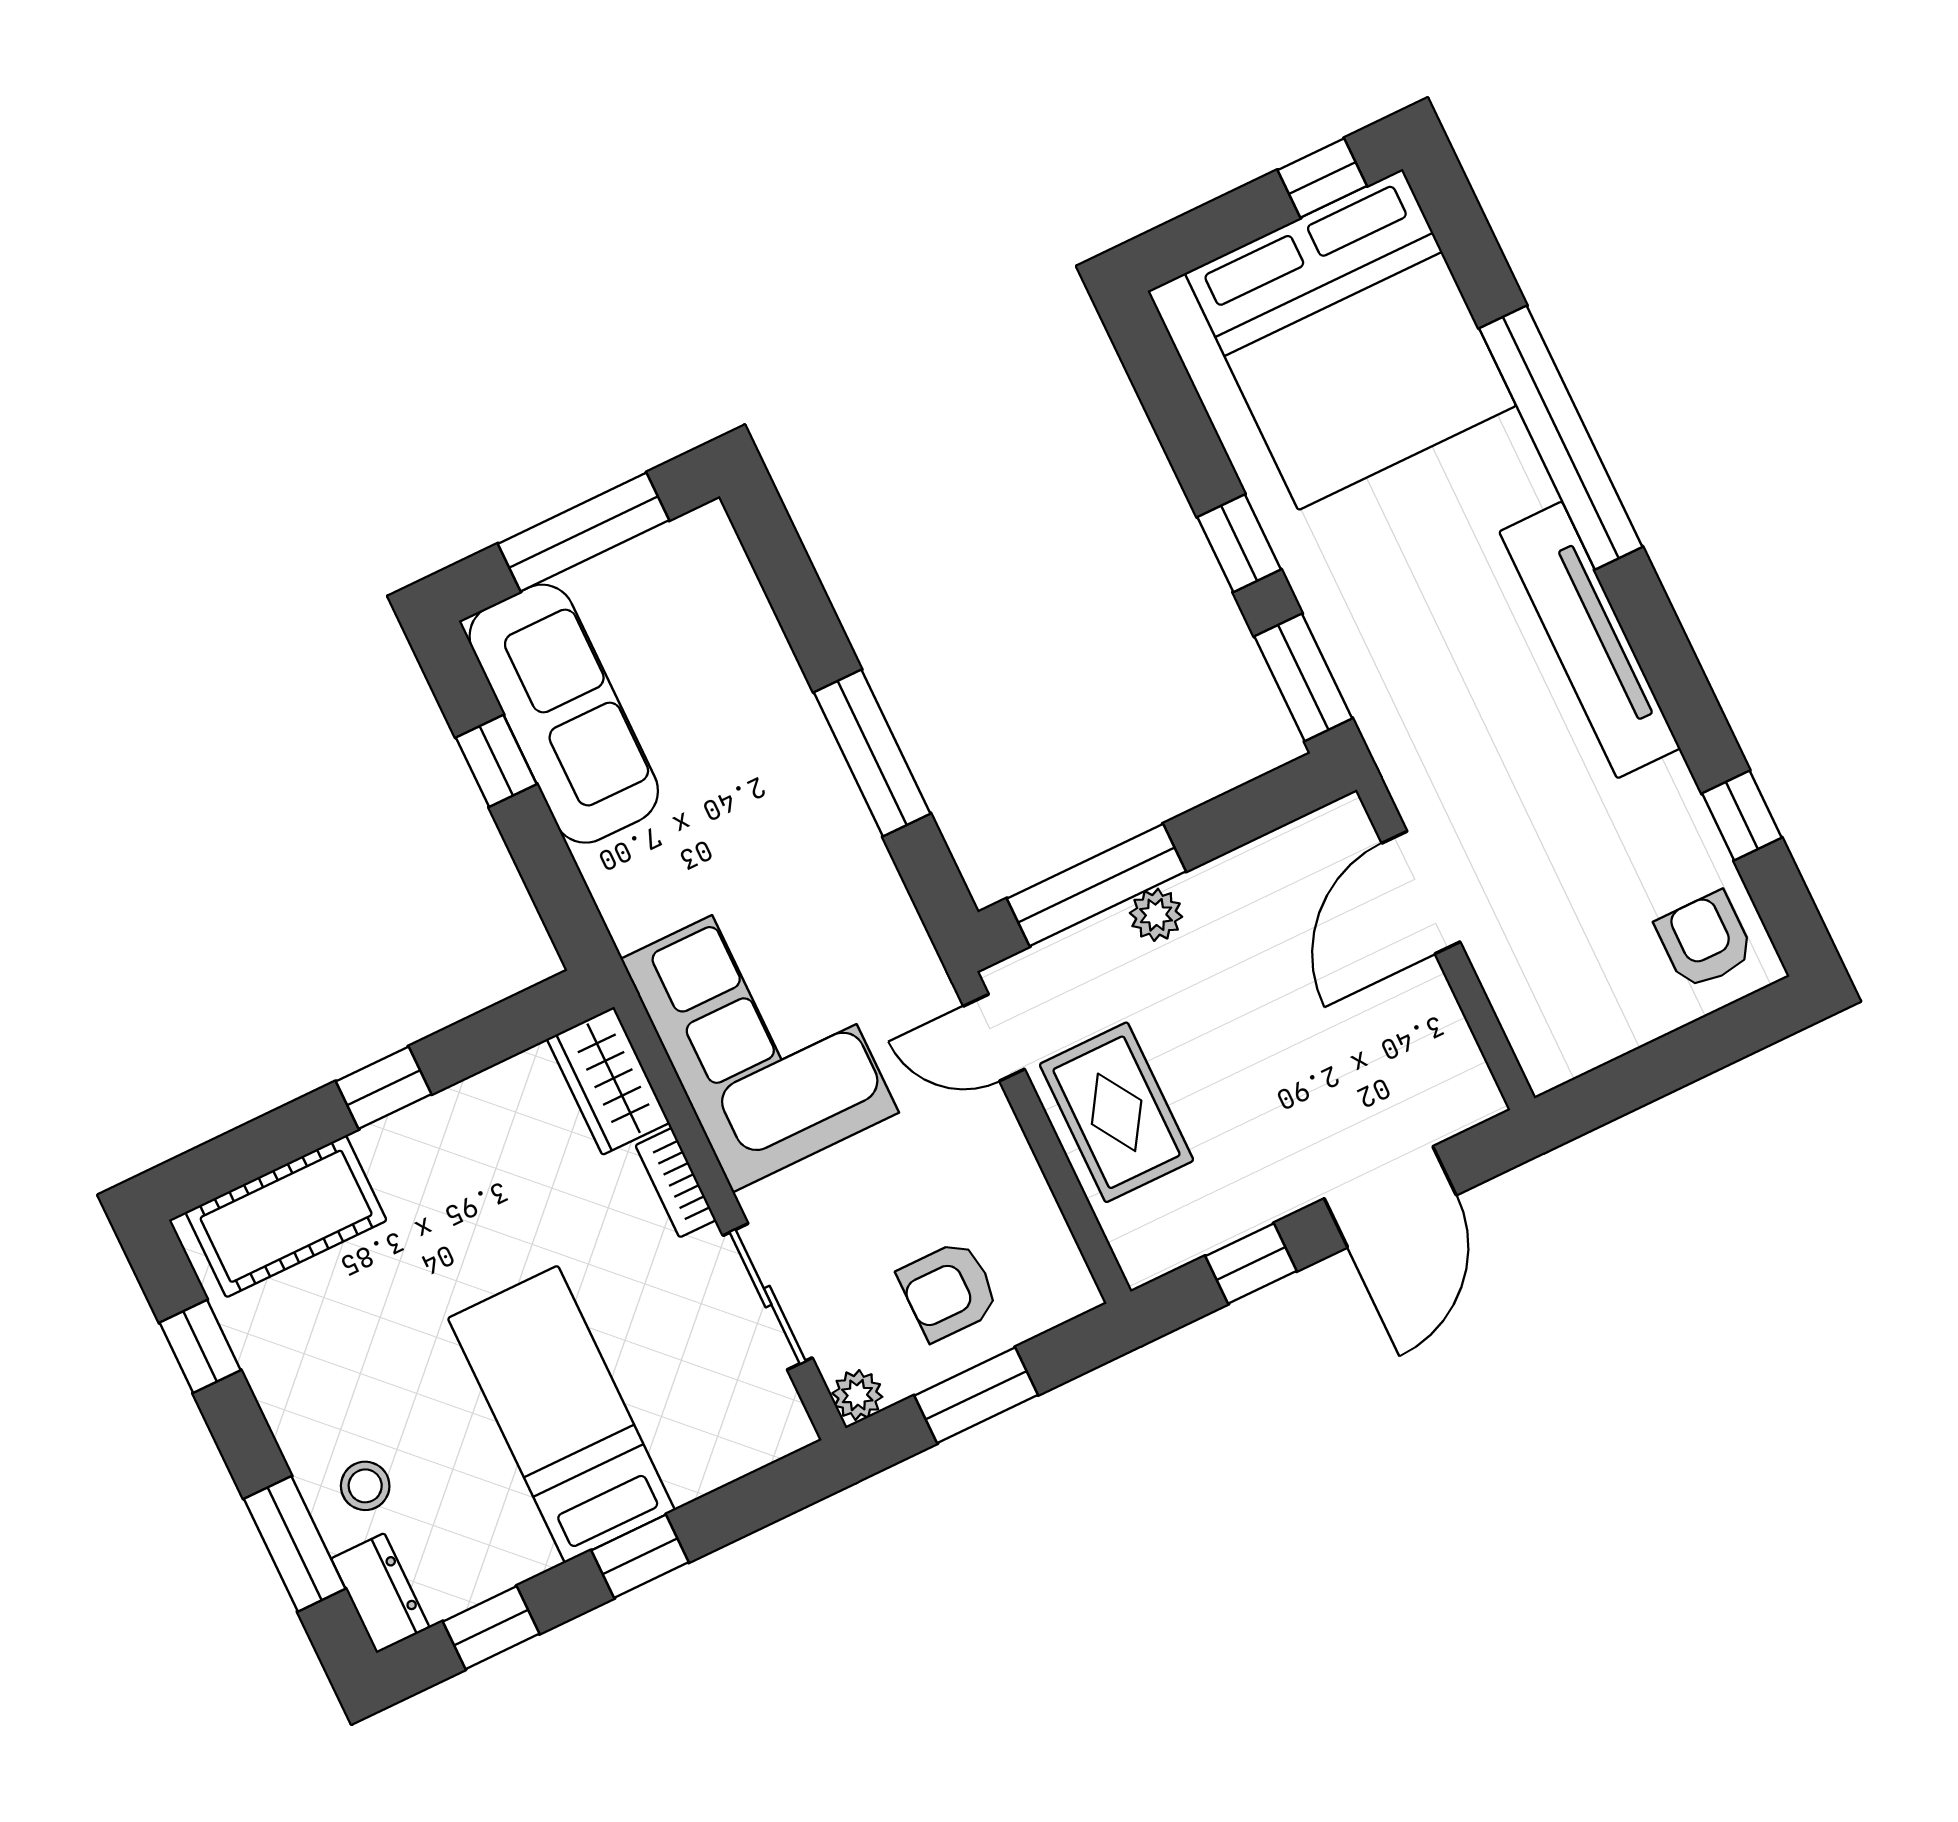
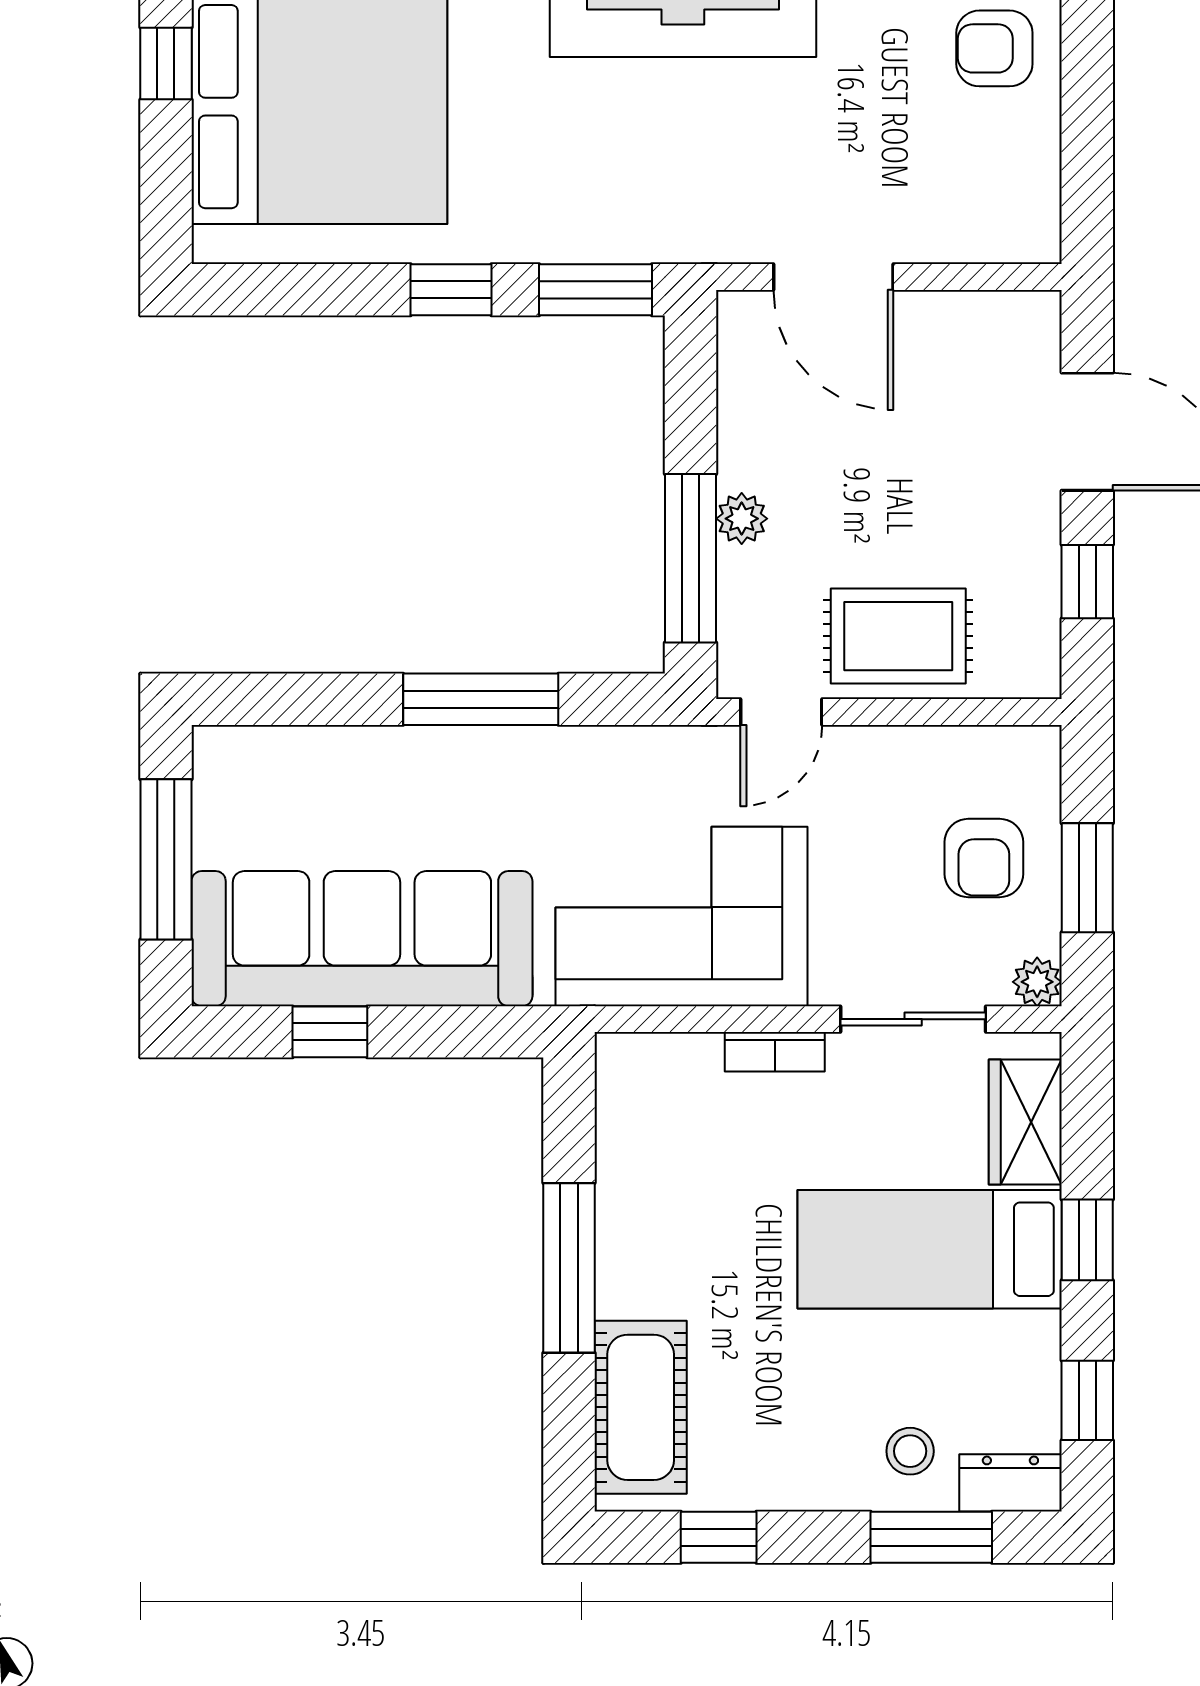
sofa: (564, 714) -> (362, 939), width x1.36, depth x1.27
wardrobe: (608, 1081) -> (1025, 1122), moved, turned 90
window: (384, 1088) -> (569, 1268), width x2.17

